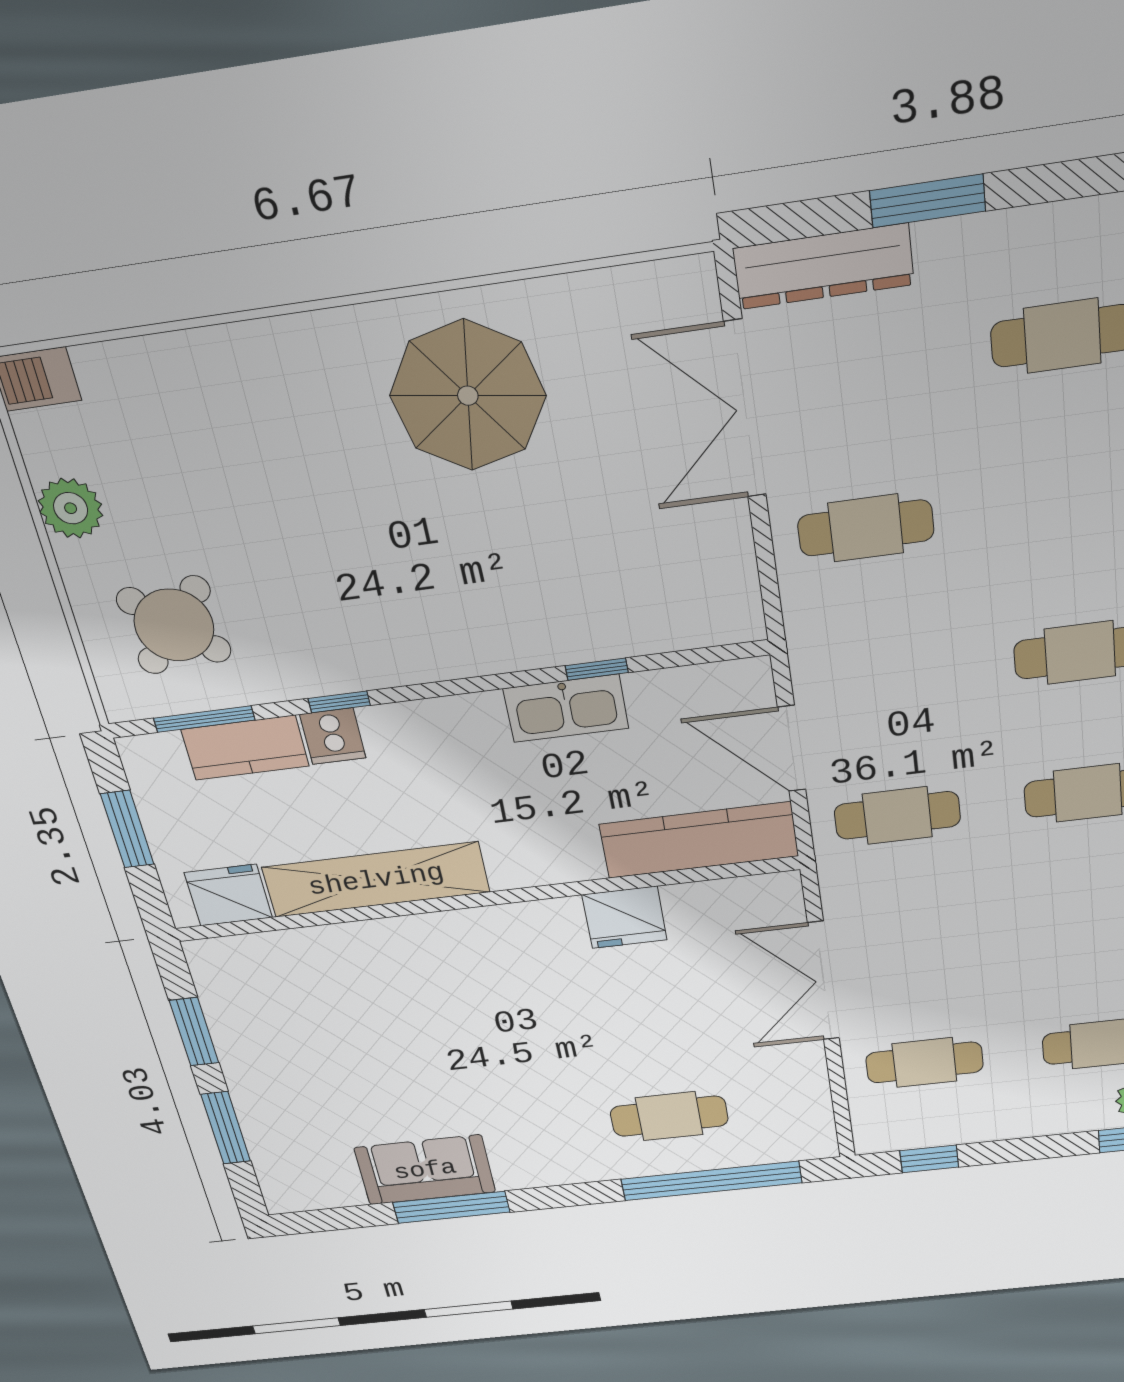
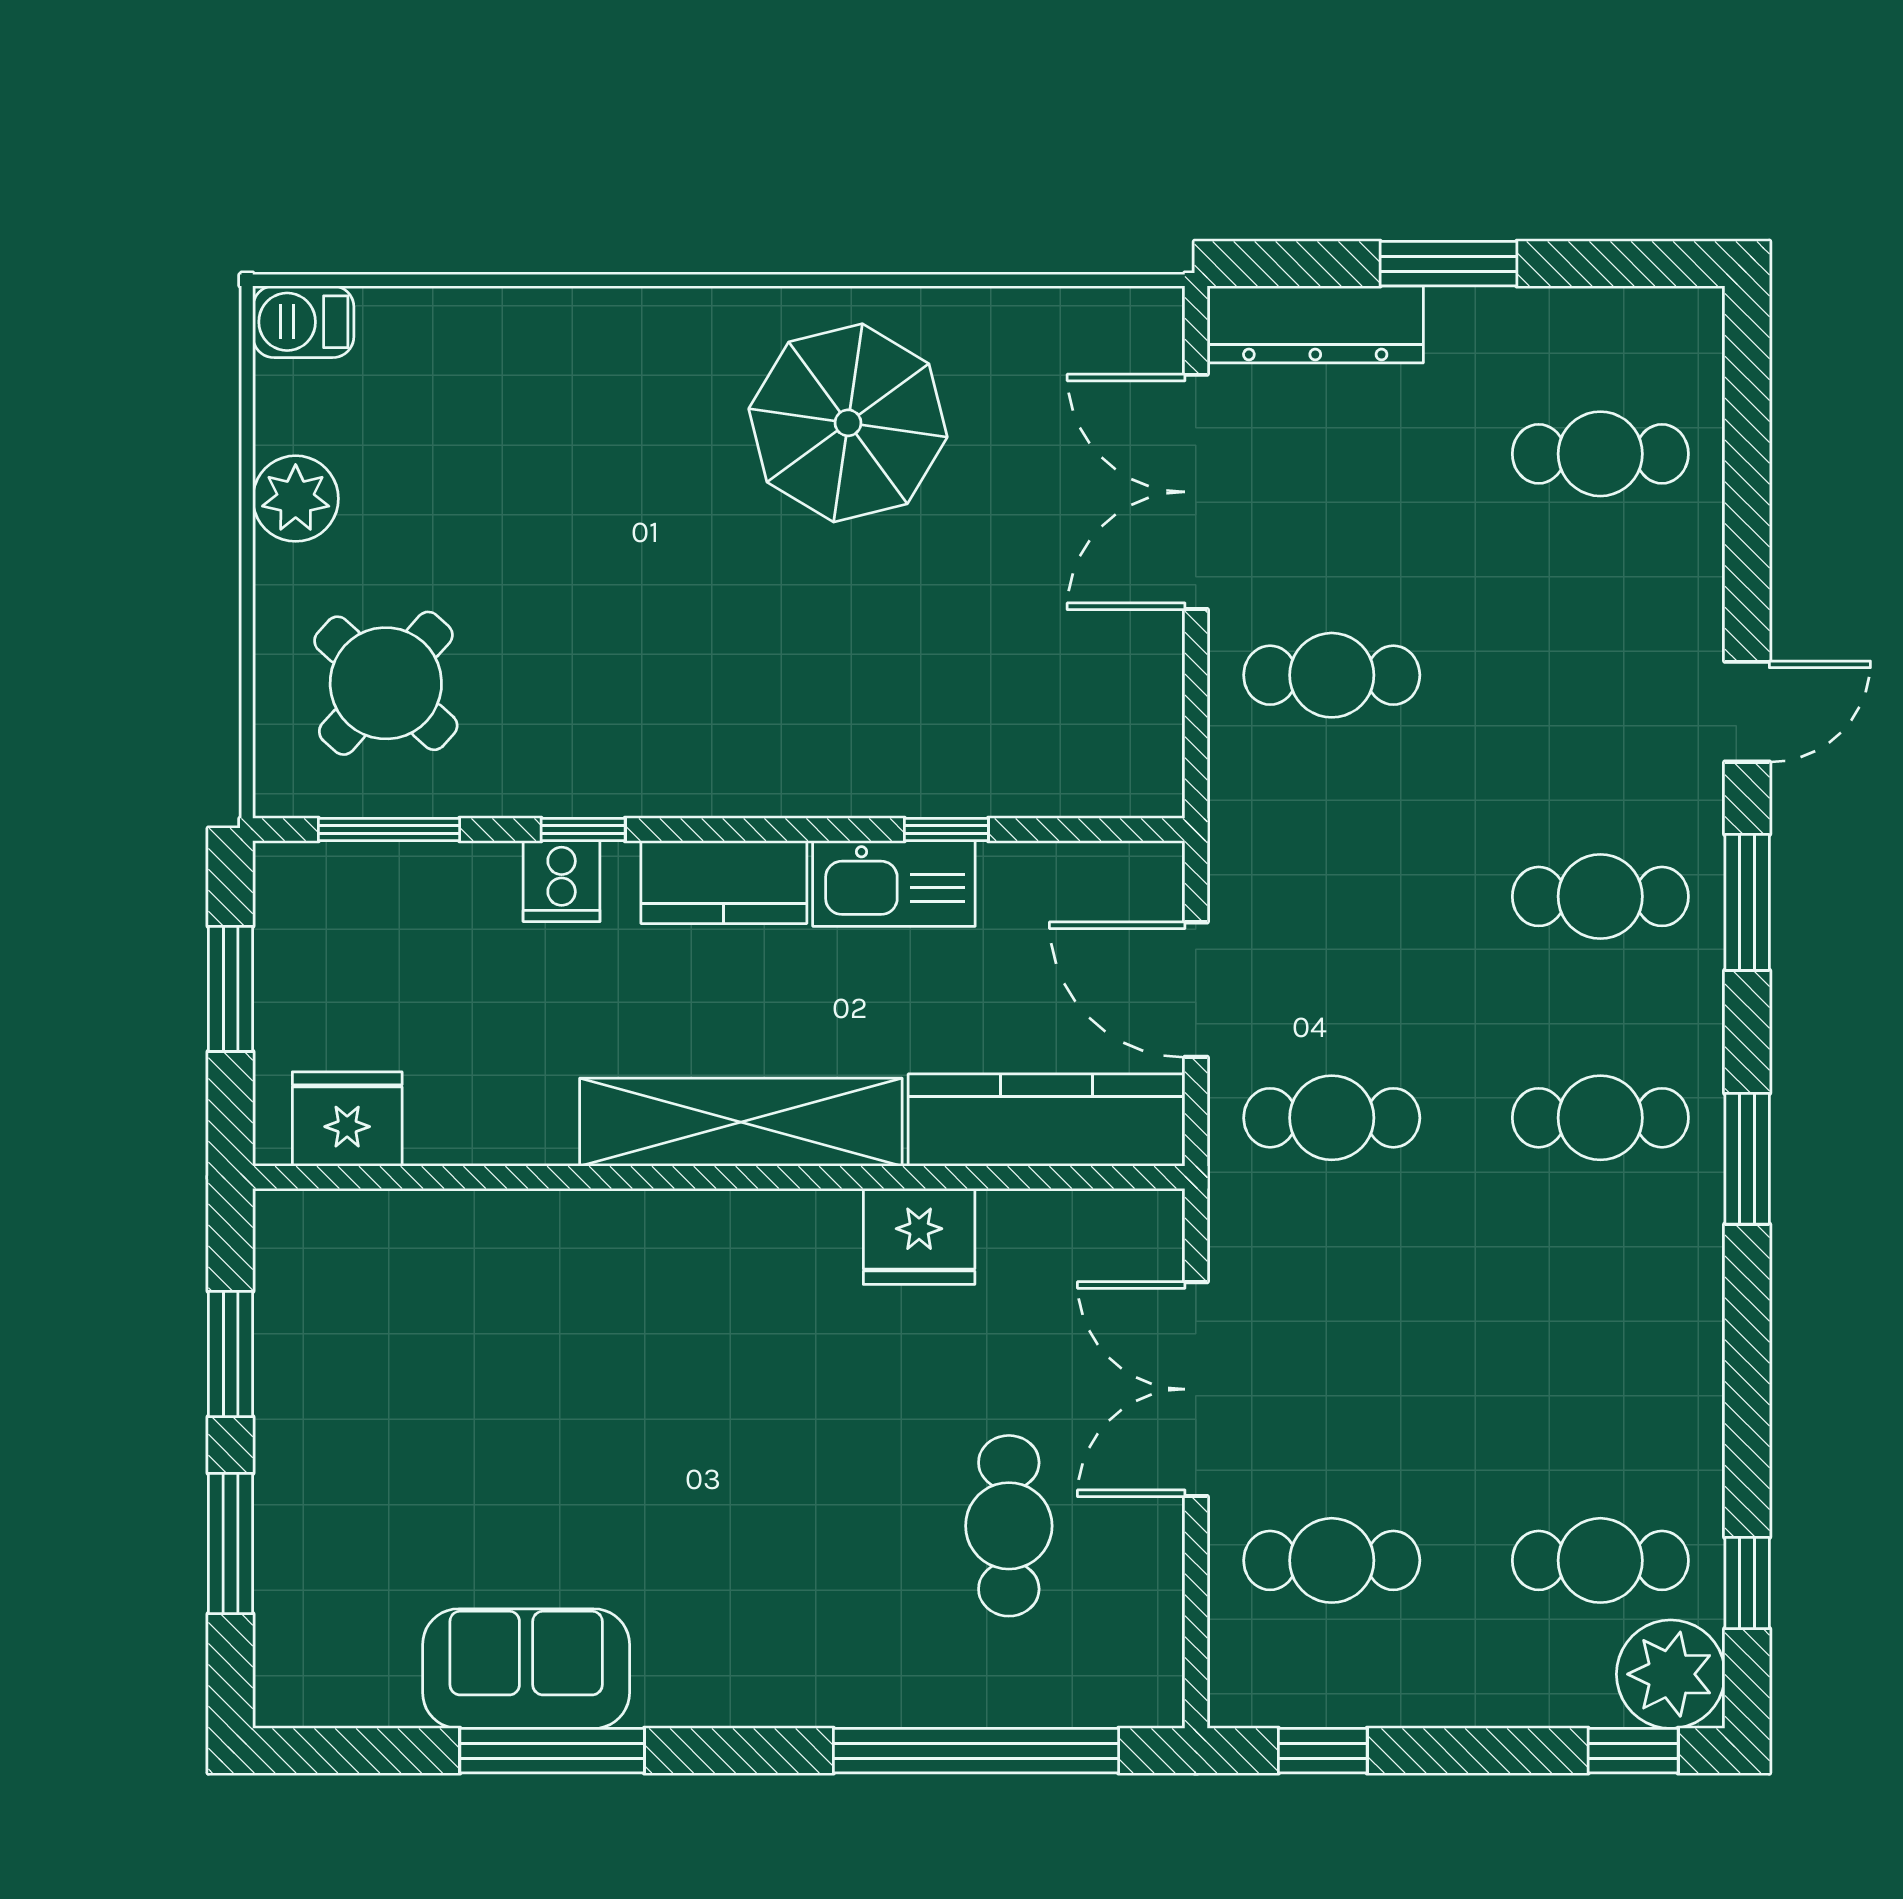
kitchen counter: (245, 748) -> (724, 882), moved
shelving: (376, 880) -> (741, 1122), moved
cafe table: (669, 1116) -> (1009, 1526), moved, turned 90

